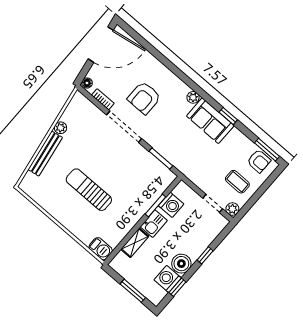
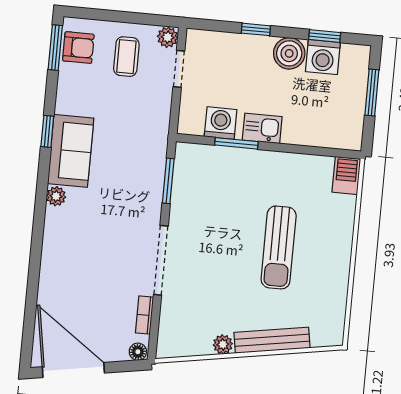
armchair: (144, 98) -> (103, 261), removed
armchair: (259, 161) -> (78, 48), turned 90
shelving: (135, 243) -> (306, 136), removed

